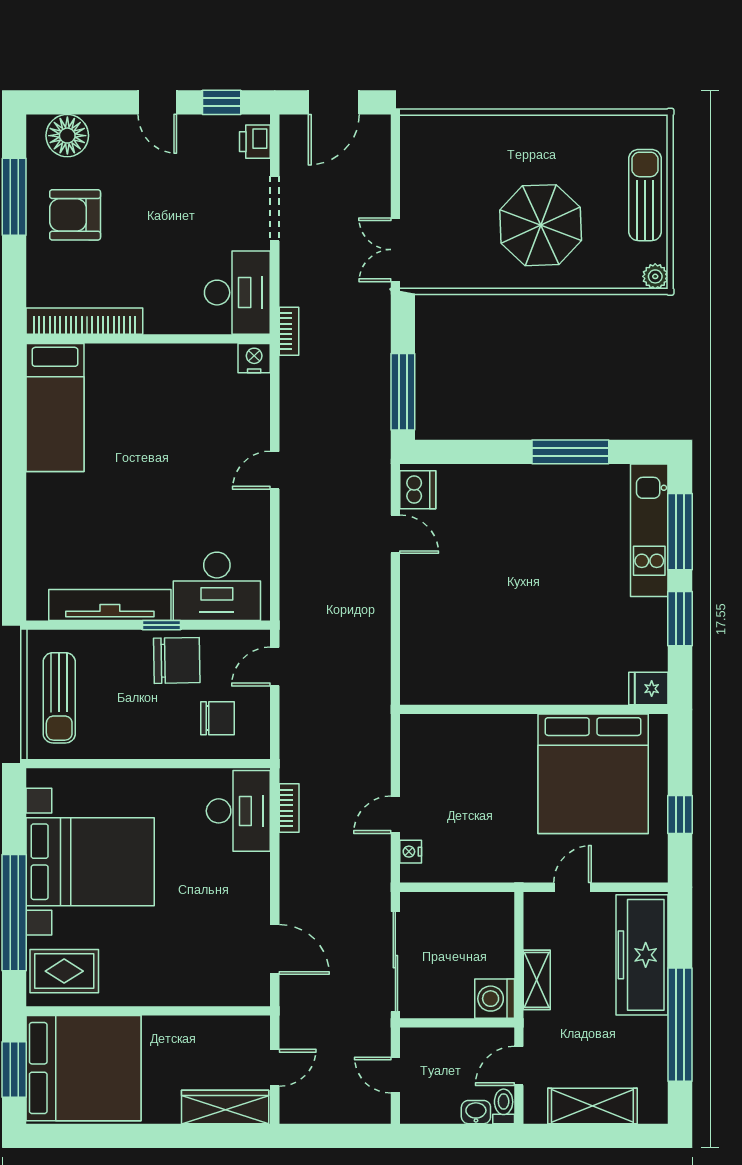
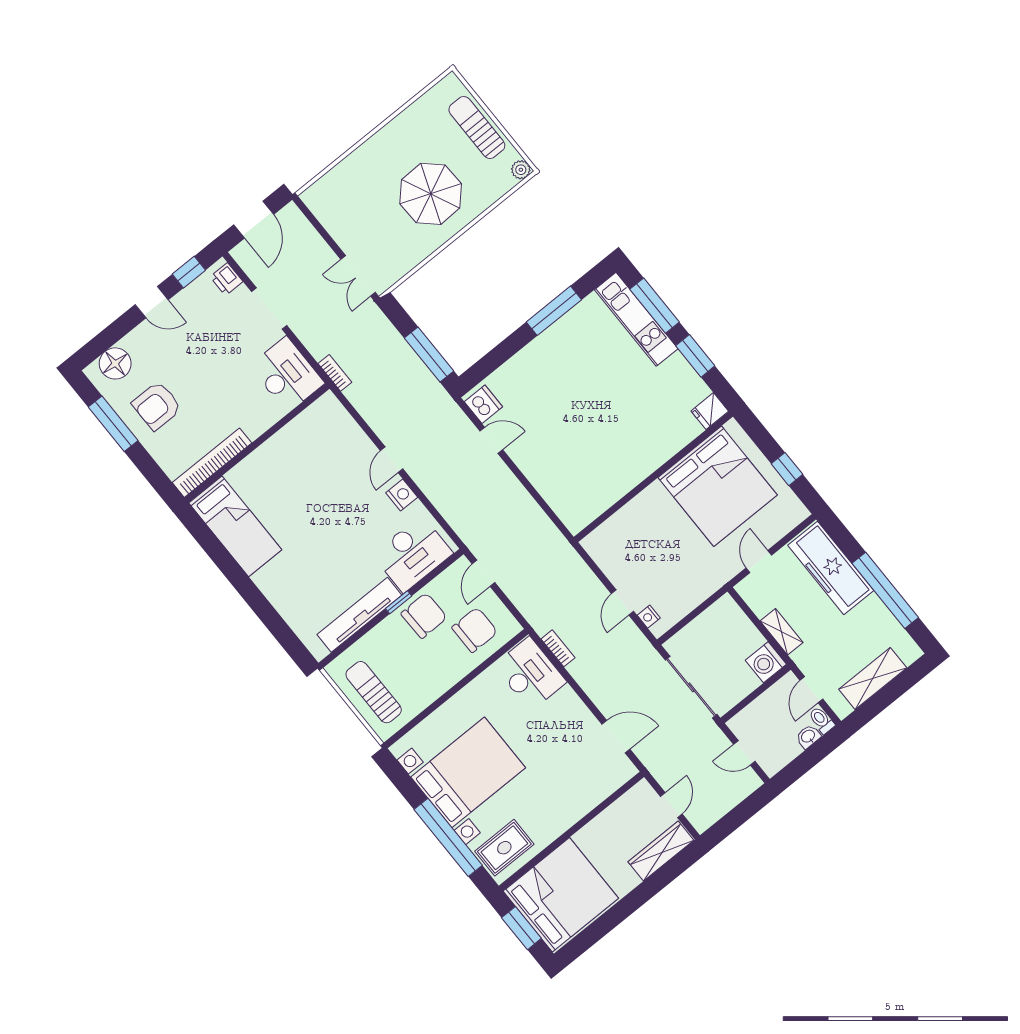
nightstand: (254, 358) -> (402, 495), moved, turned 90
sun lounger: (59, 698) -> (374, 692), turned 180
chair: (217, 718) -> (475, 630), width x1.37, depth x1.37

